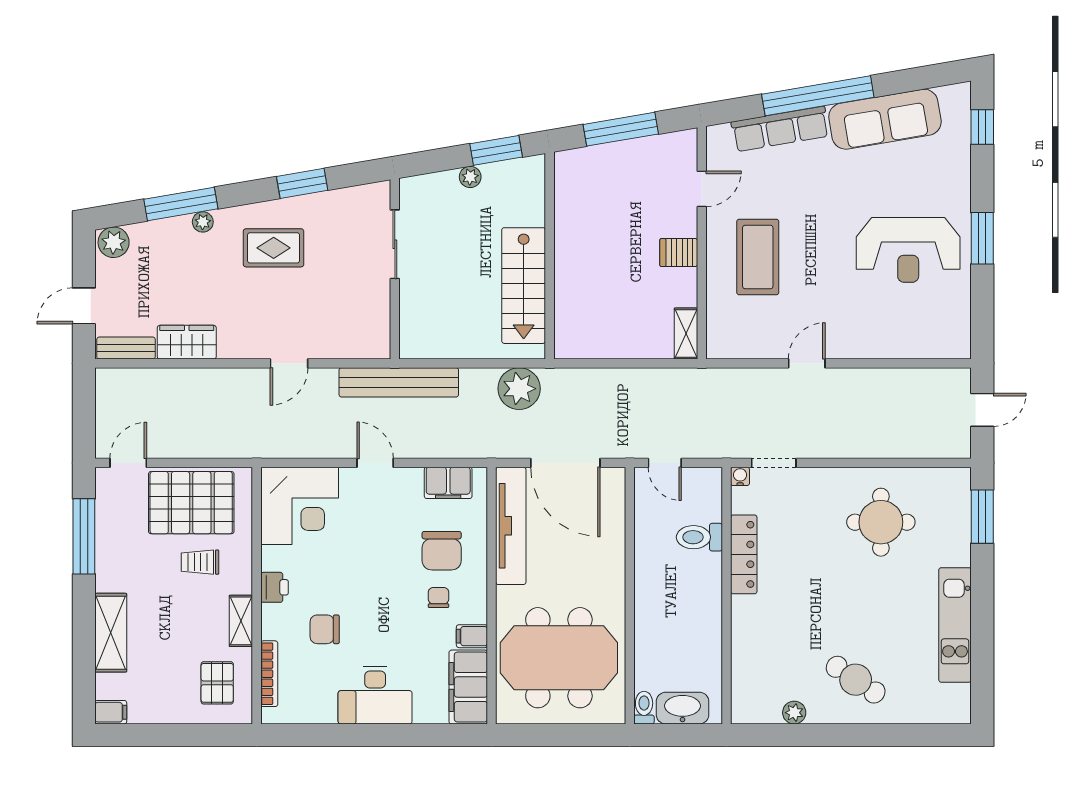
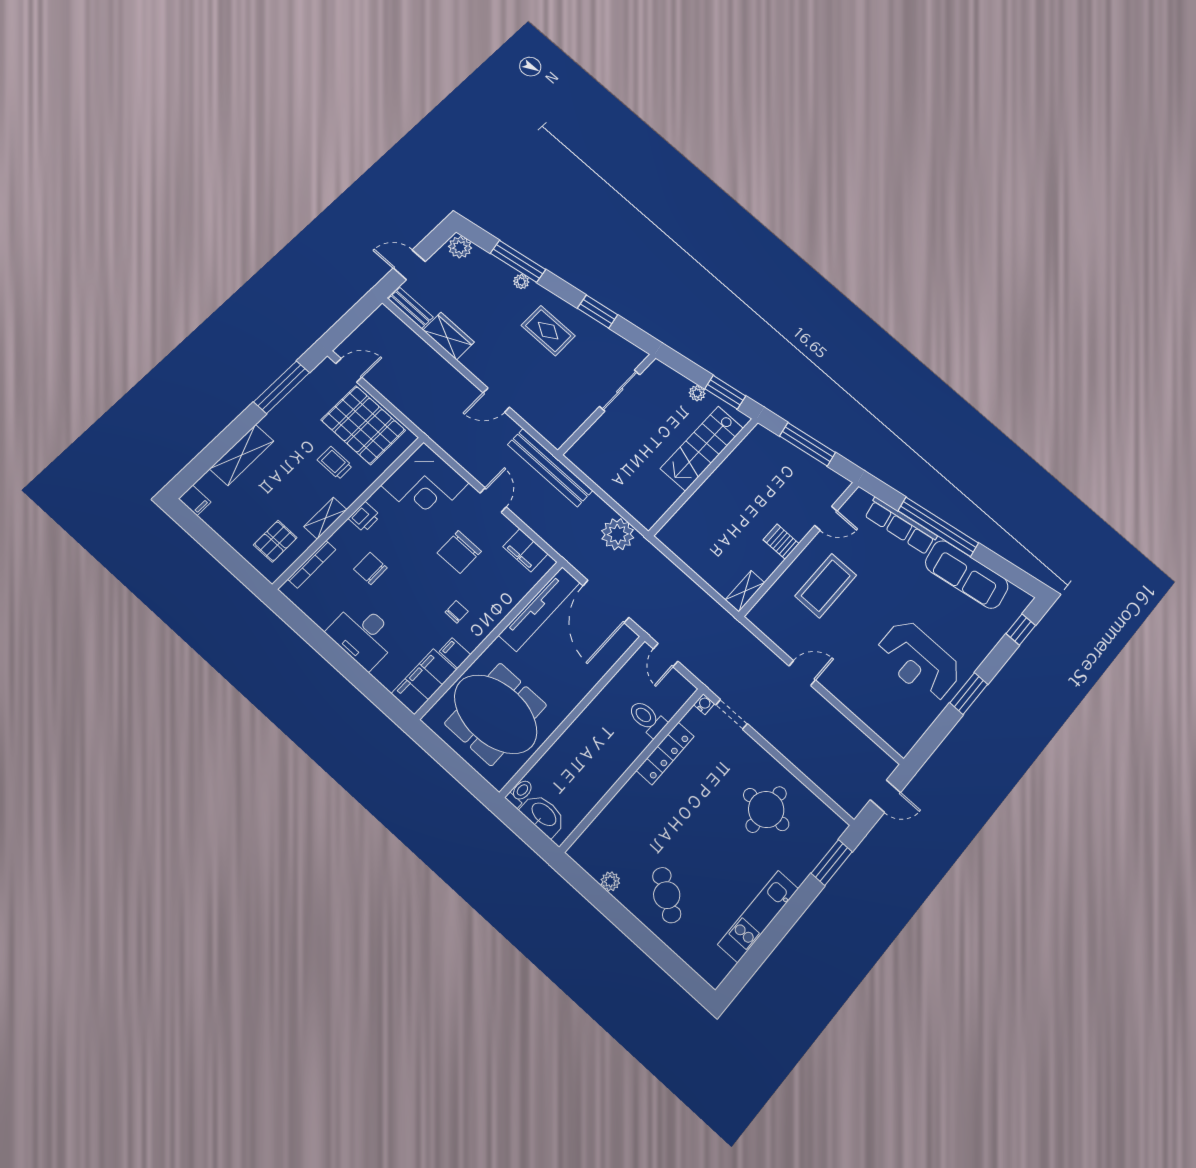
stairs: (524, 286) -> (702, 448), moved
chair: (442, 551) -> (459, 552), moved

